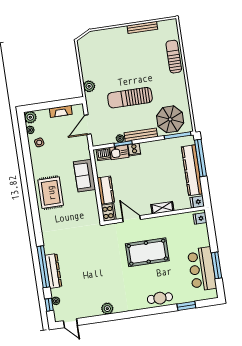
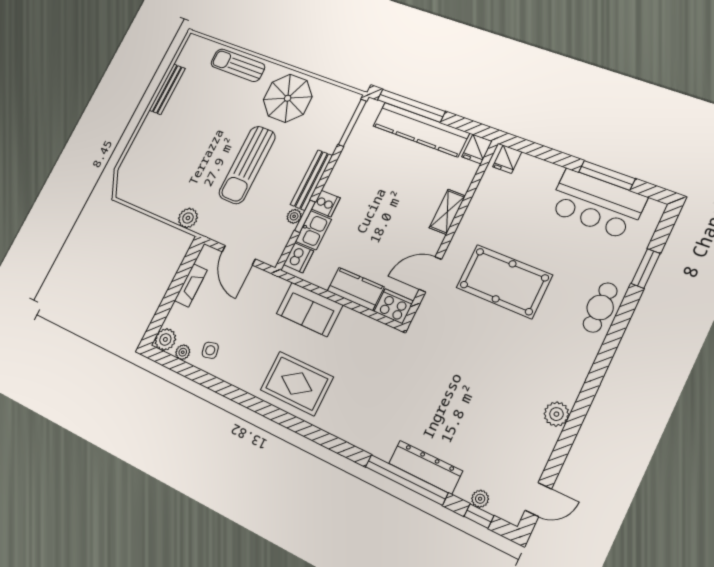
parasol: (170, 119) -> (288, 98), moved
pool table: (147, 252) -> (504, 281), turned 90

